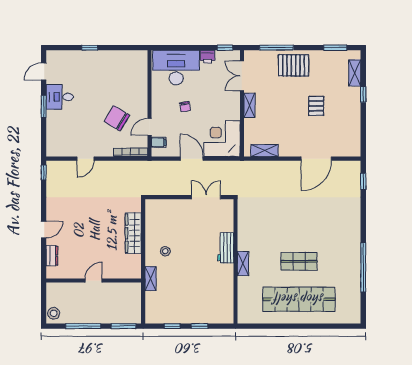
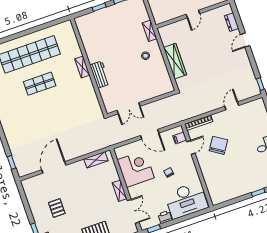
pallet: (316, 106) -> (57, 208), moved
chair: (117, 118) -> (218, 145), turned -88
corner desk: (222, 139) -> (136, 169), moved, turned -90

